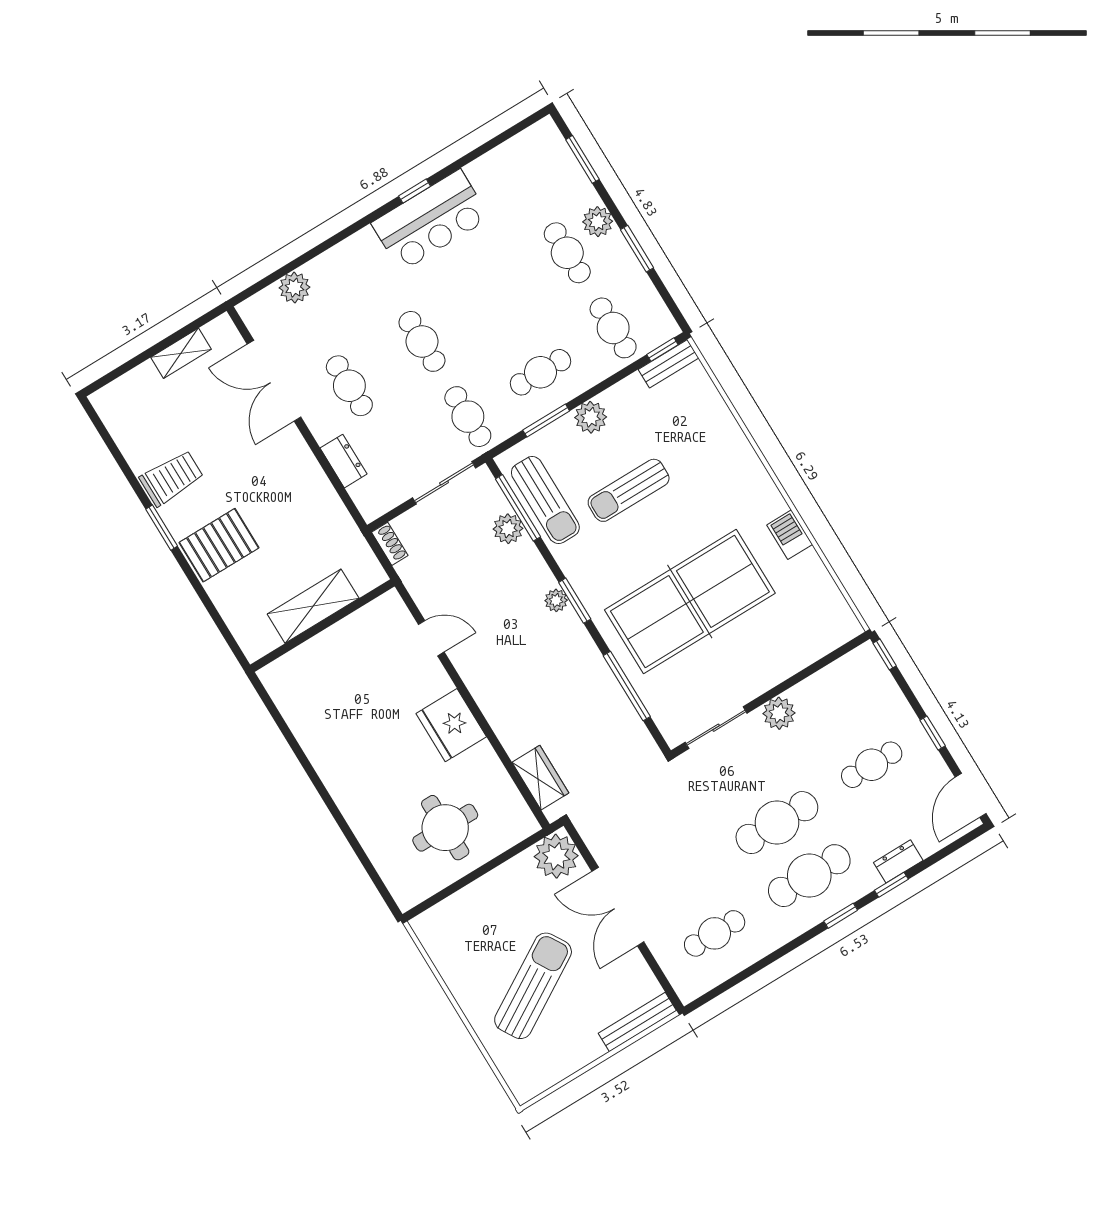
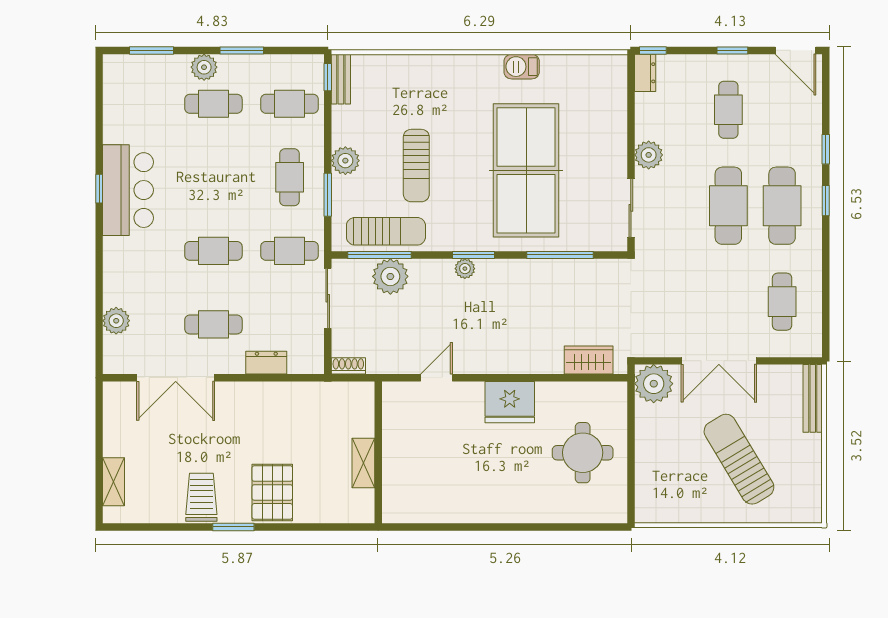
shelving: (181, 353) -> (114, 482), moved
plant: (508, 529) -> (390, 276), width x1.36, depth x1.36
shelving: (313, 606) -> (363, 463), width x0.67, depth x0.75
dresser: (898, 861) -> (645, 73), moved, turned 180

